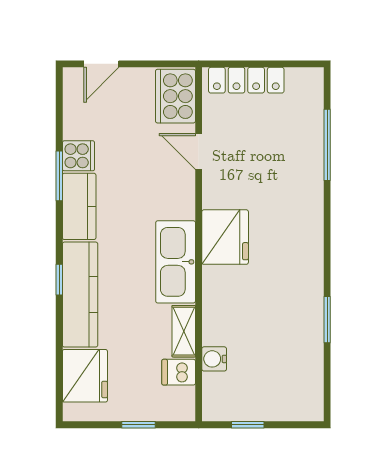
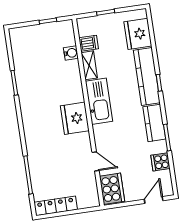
locker: (246, 80) -> (56, 206), moved
cooker: (78, 156) -> (160, 162), moved

